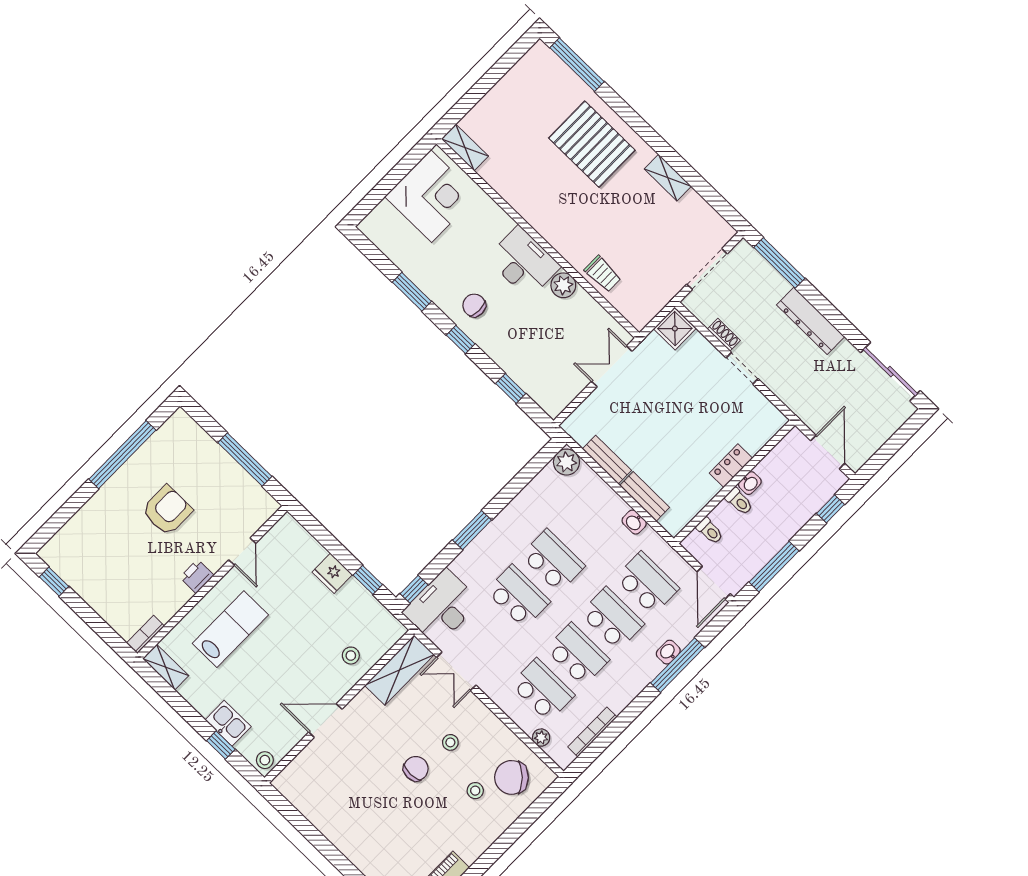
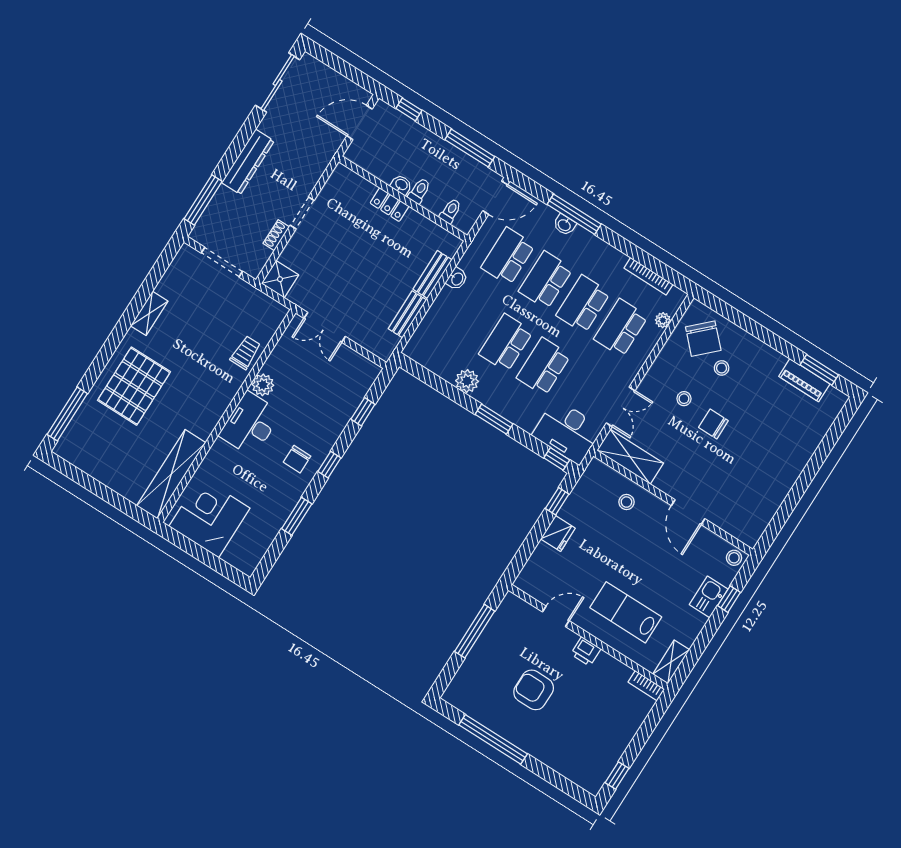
shelving: (465, 147) -> (171, 474), width x2.20, depth x1.33
plant: (566, 462) -> (467, 381), moved

